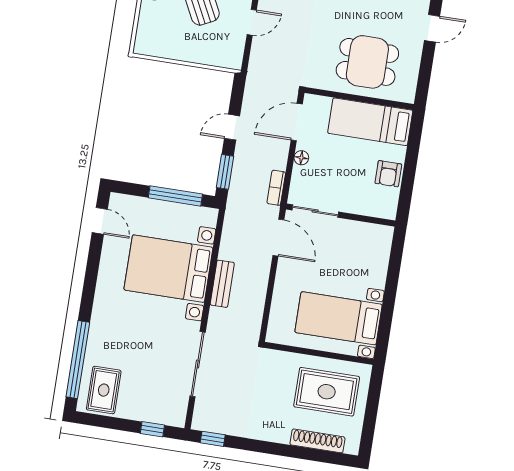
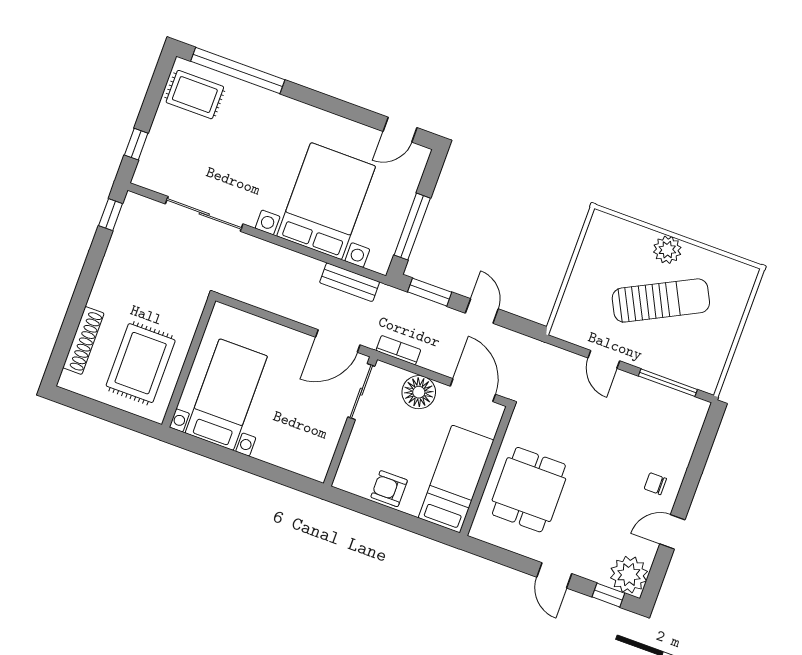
floor lamp: (301, 158) -> (419, 392), width x1.89, depth x1.89
bench: (222, 284) -> (350, 282), moved

